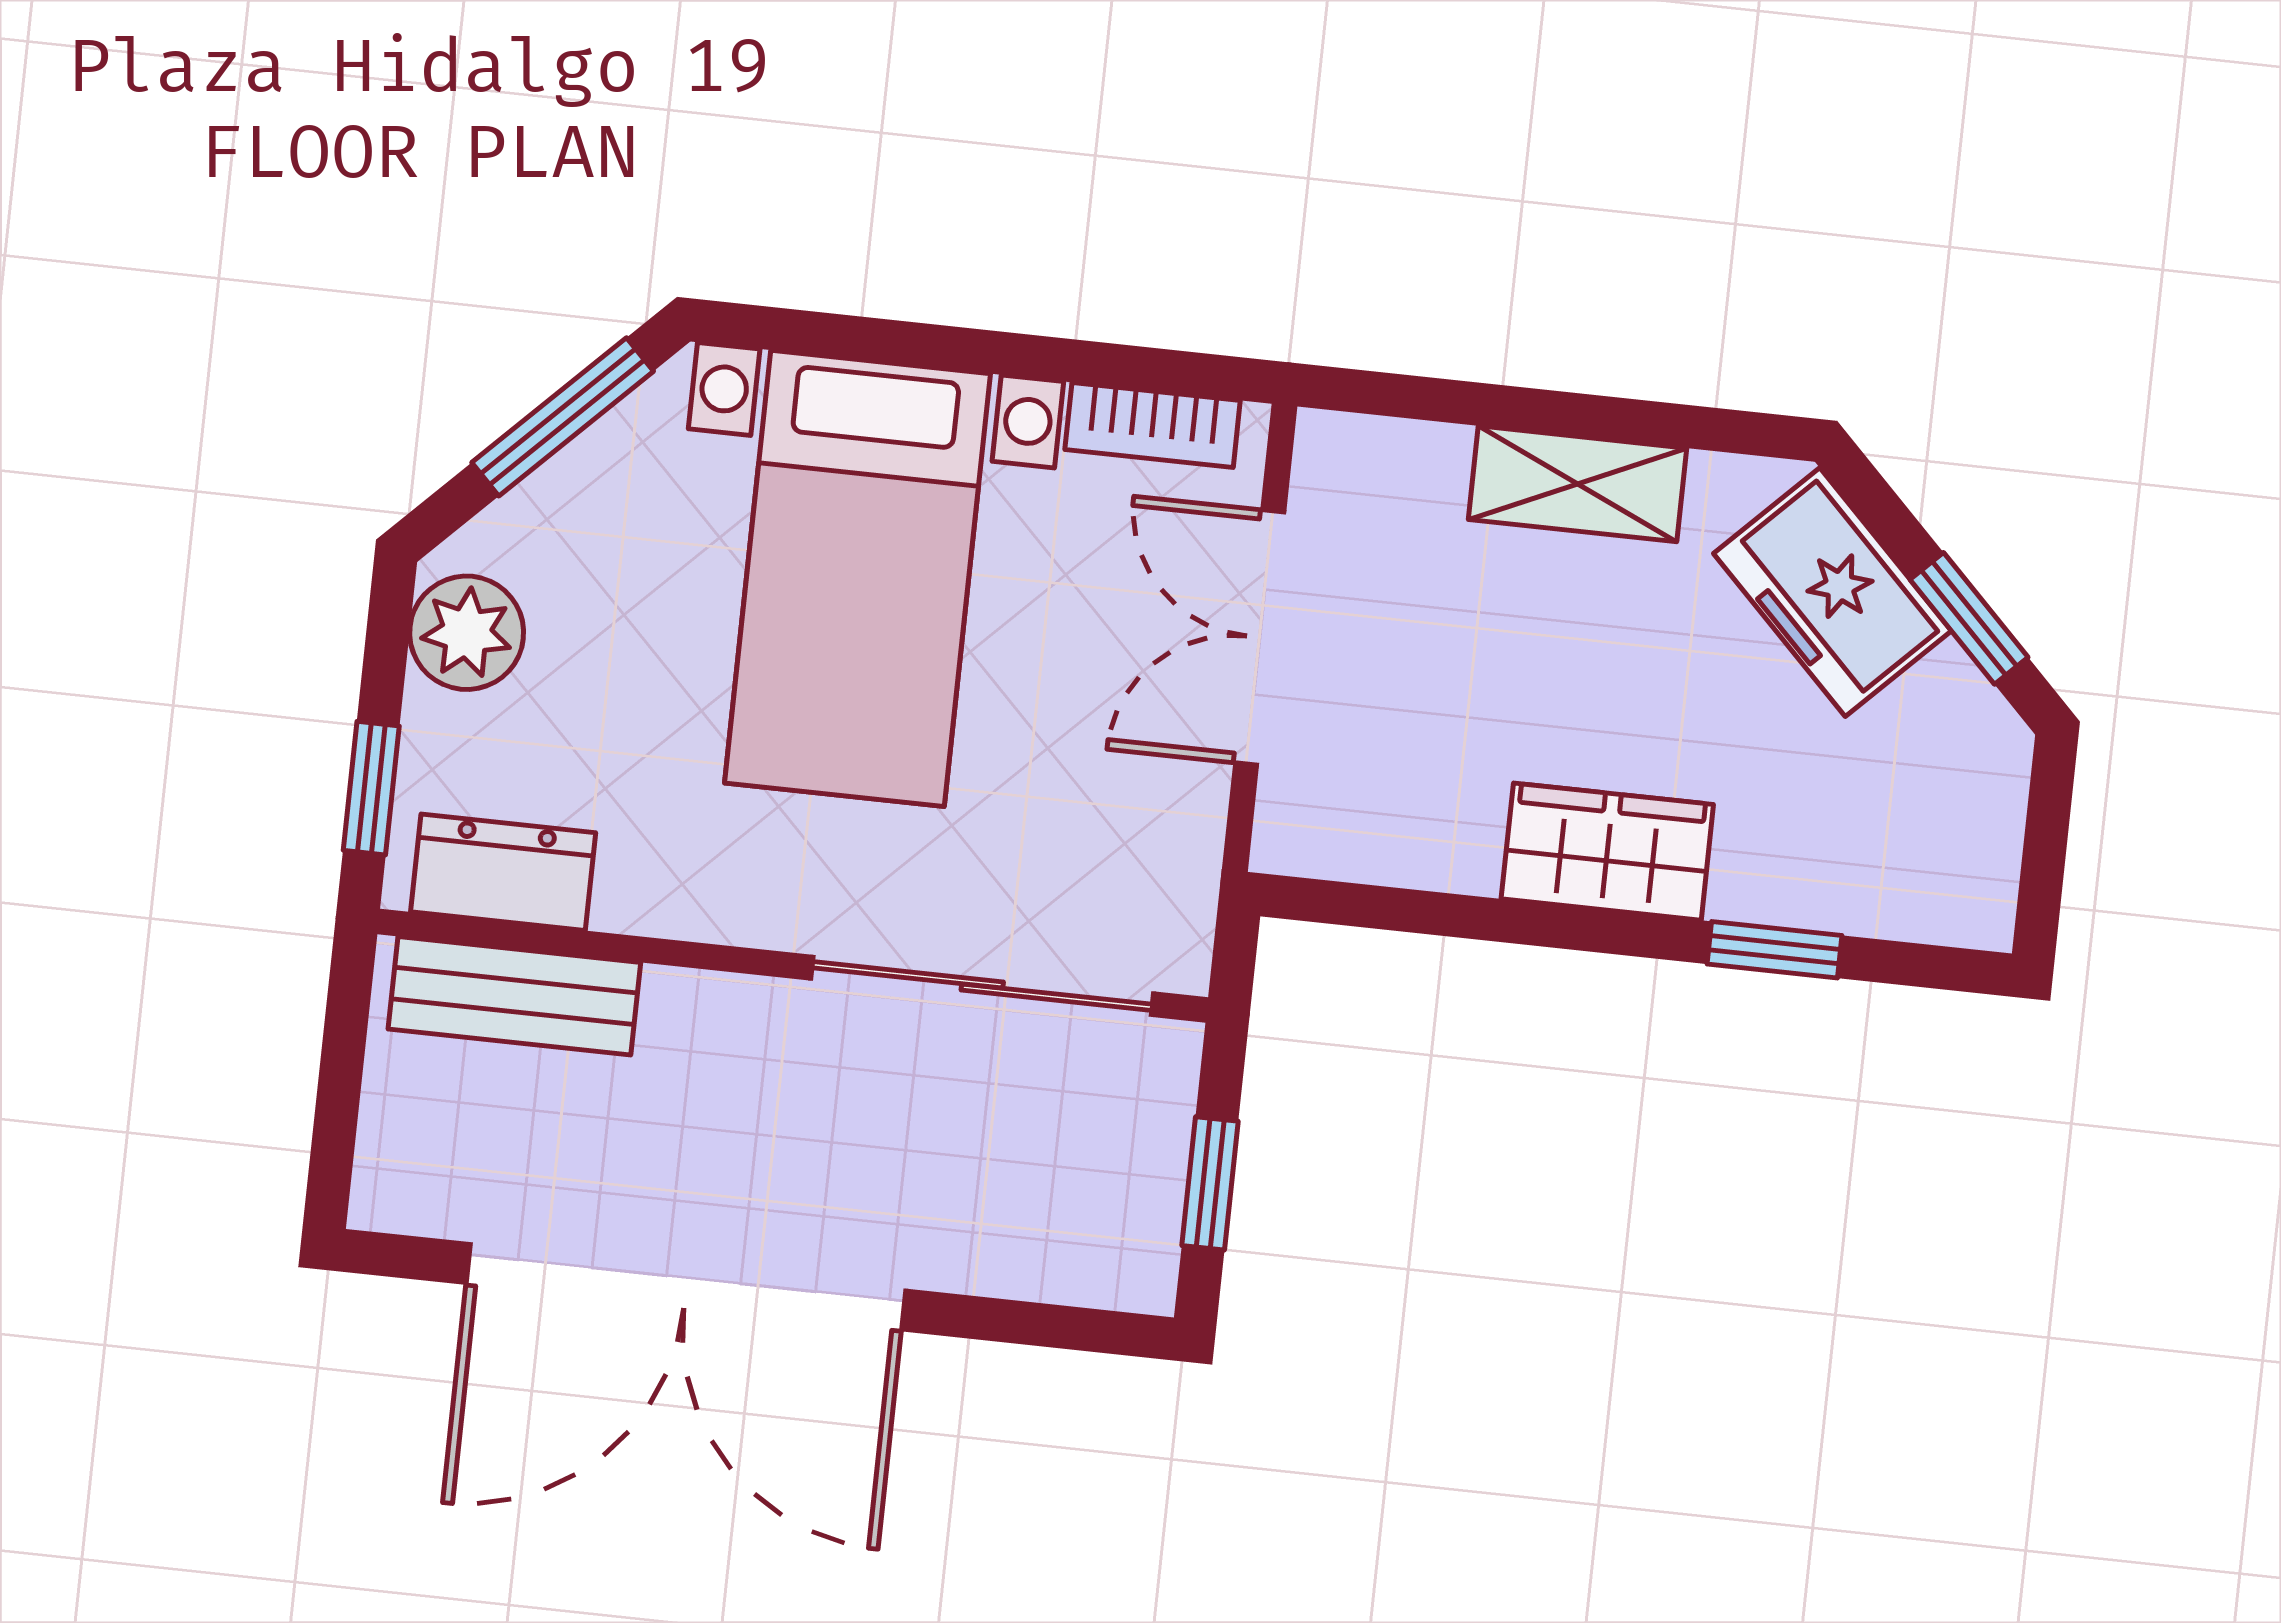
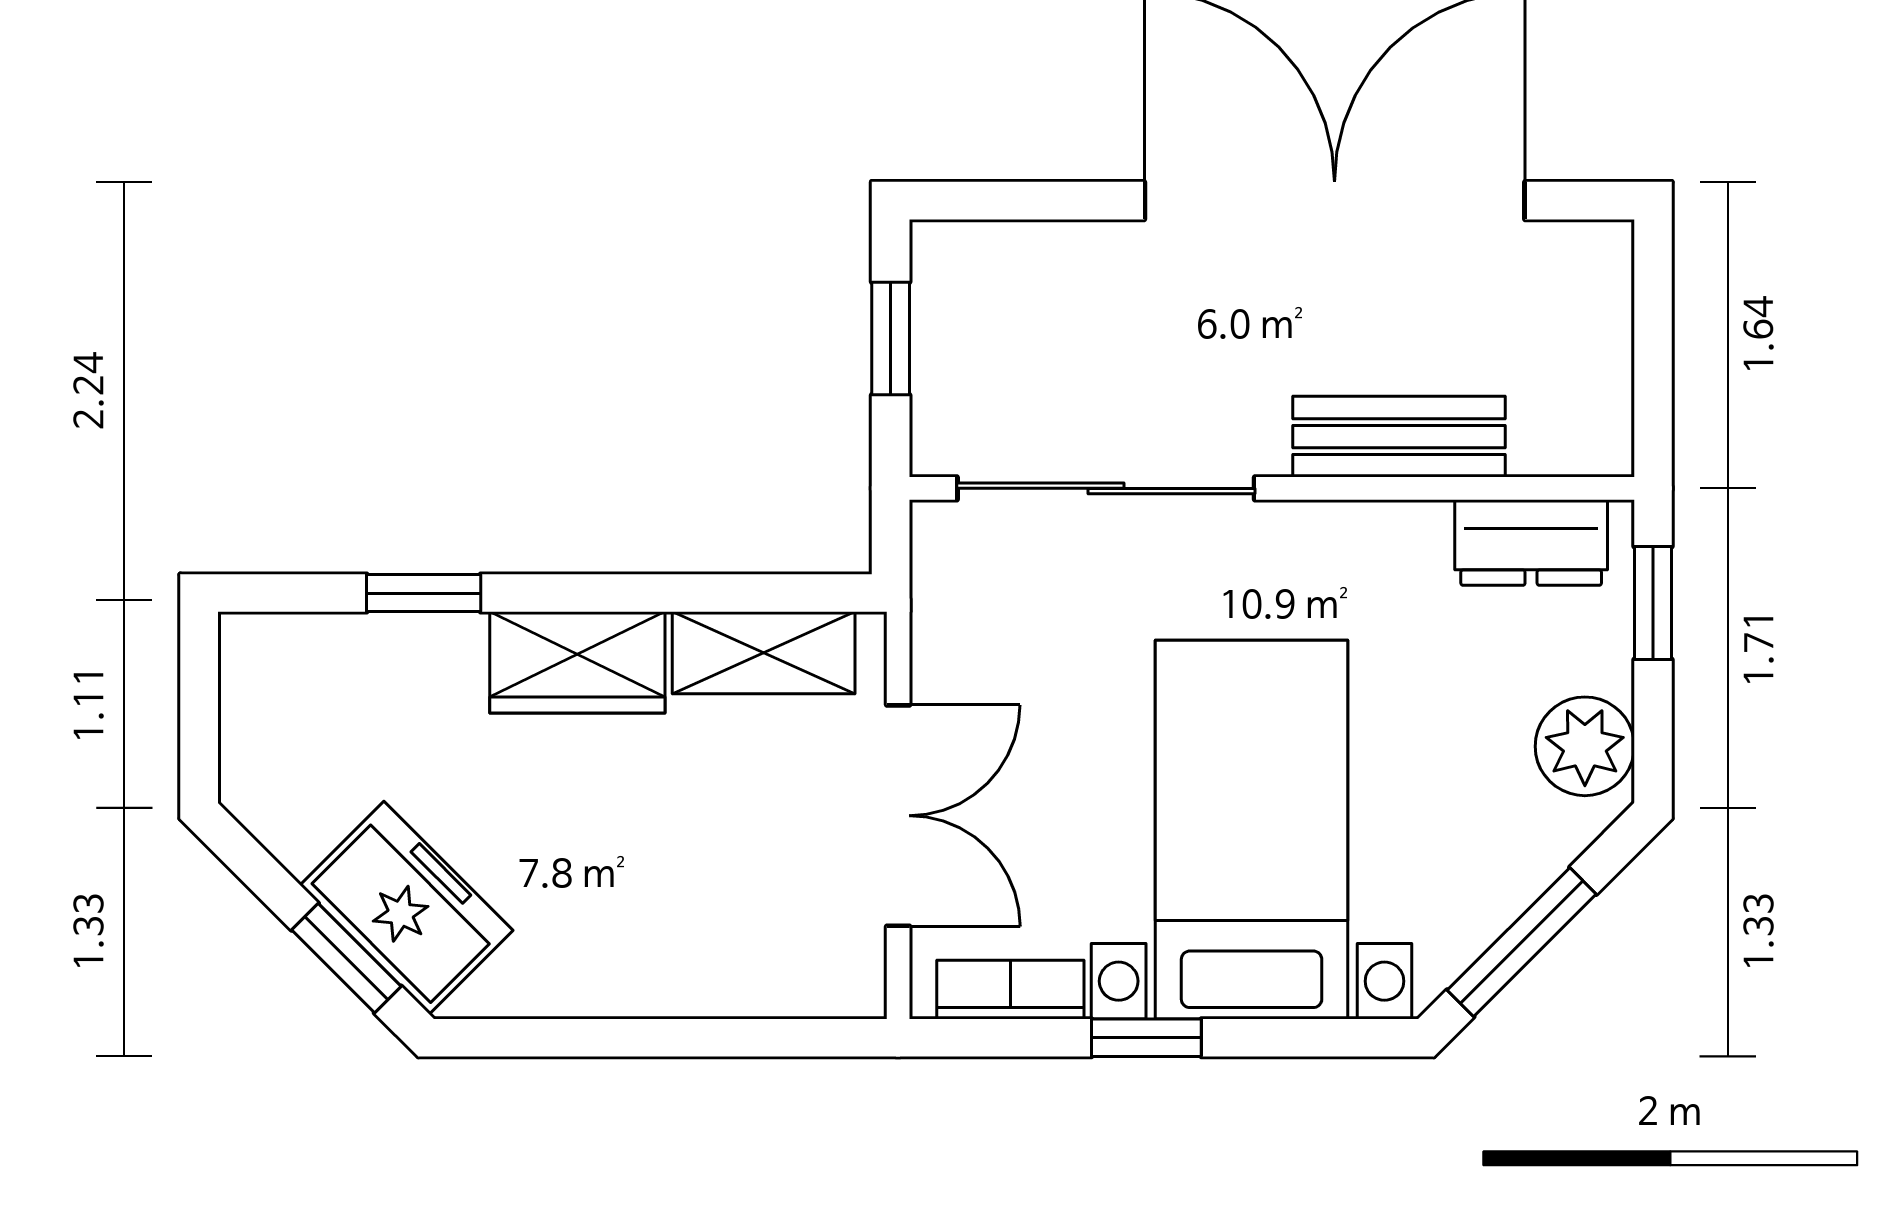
window: (1003, 353) -> (1146, 1038), added
shelving: (1578, 484) -> (764, 653), moved
window: (1969, 618) -> (346, 958), moved
bench: (514, 996) -> (1399, 437), moved

